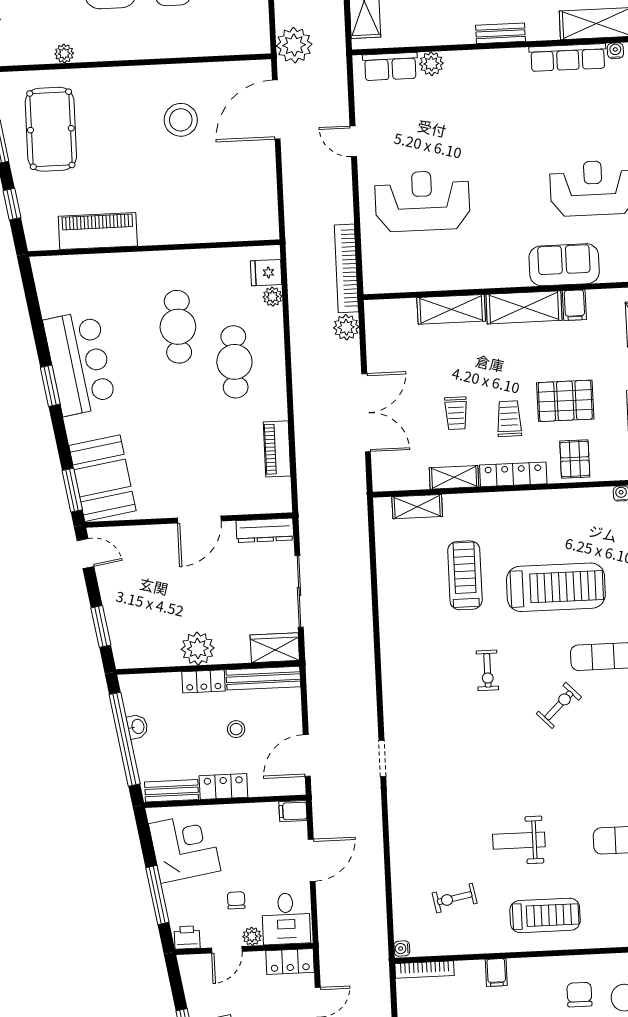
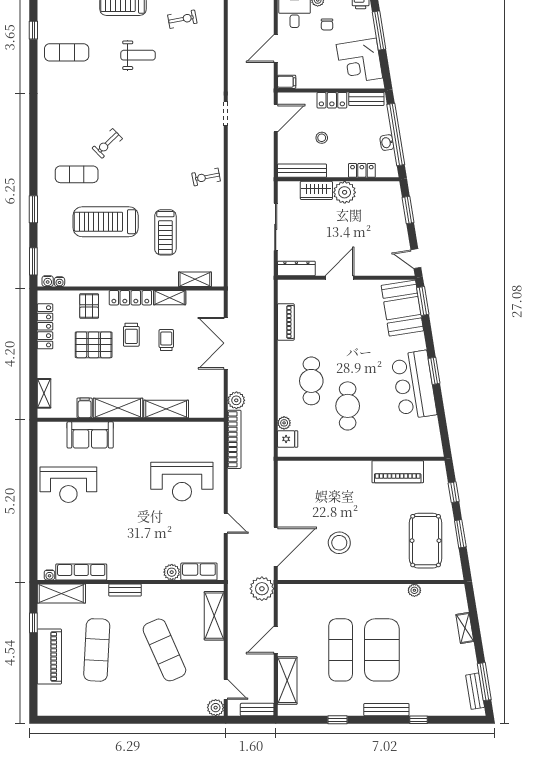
wardrobe: (275, 648) -> (316, 190), moved
exercise bike: (487, 670) -> (206, 177), moved, turned -101
locker: (204, 681) -> (362, 170), moved

